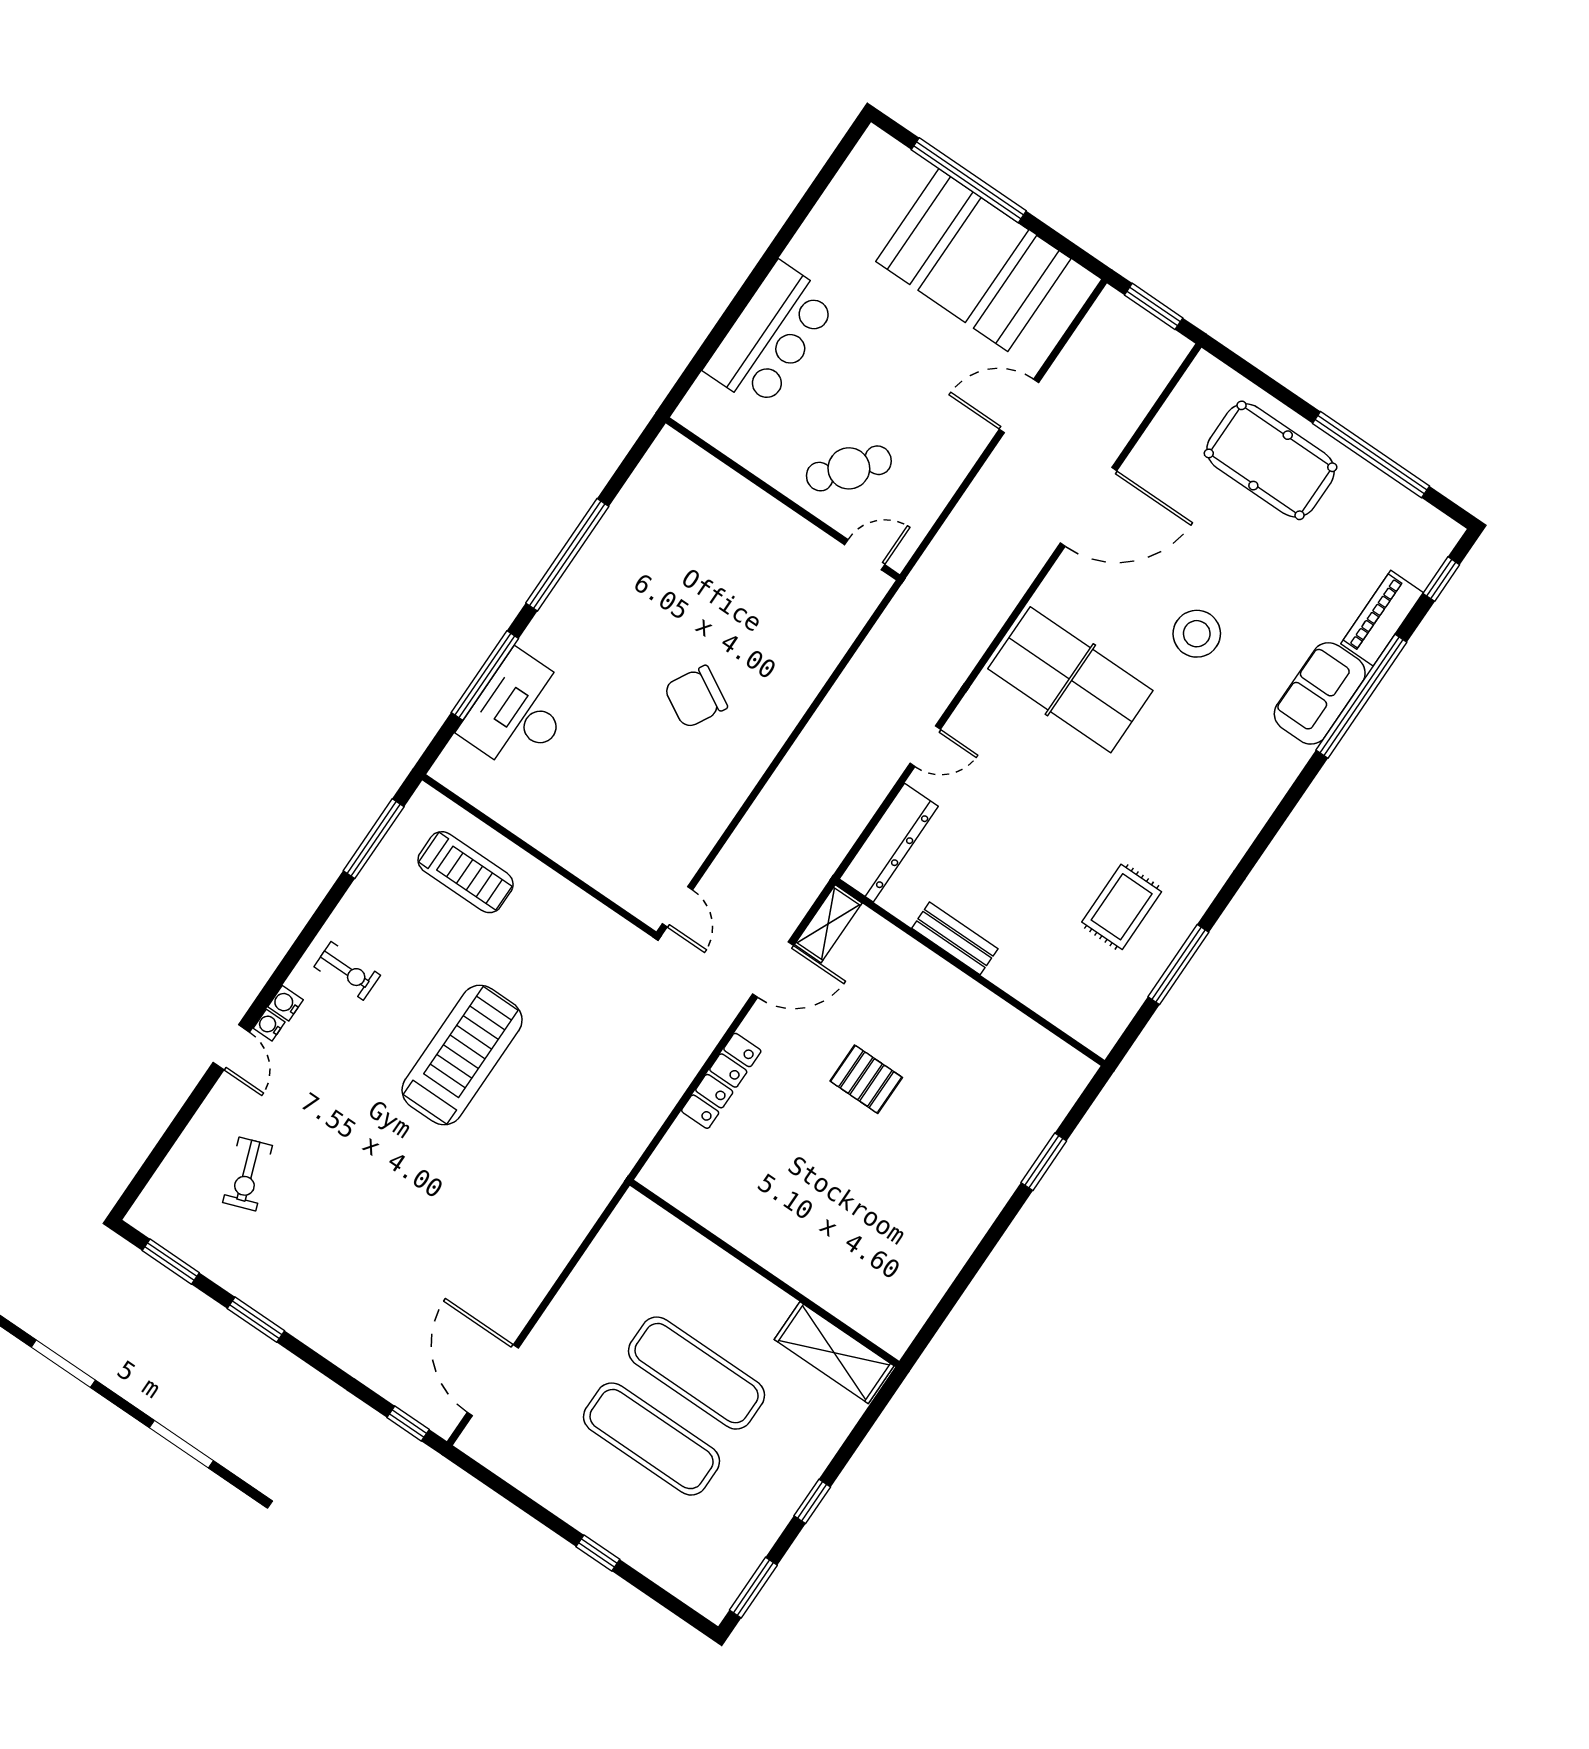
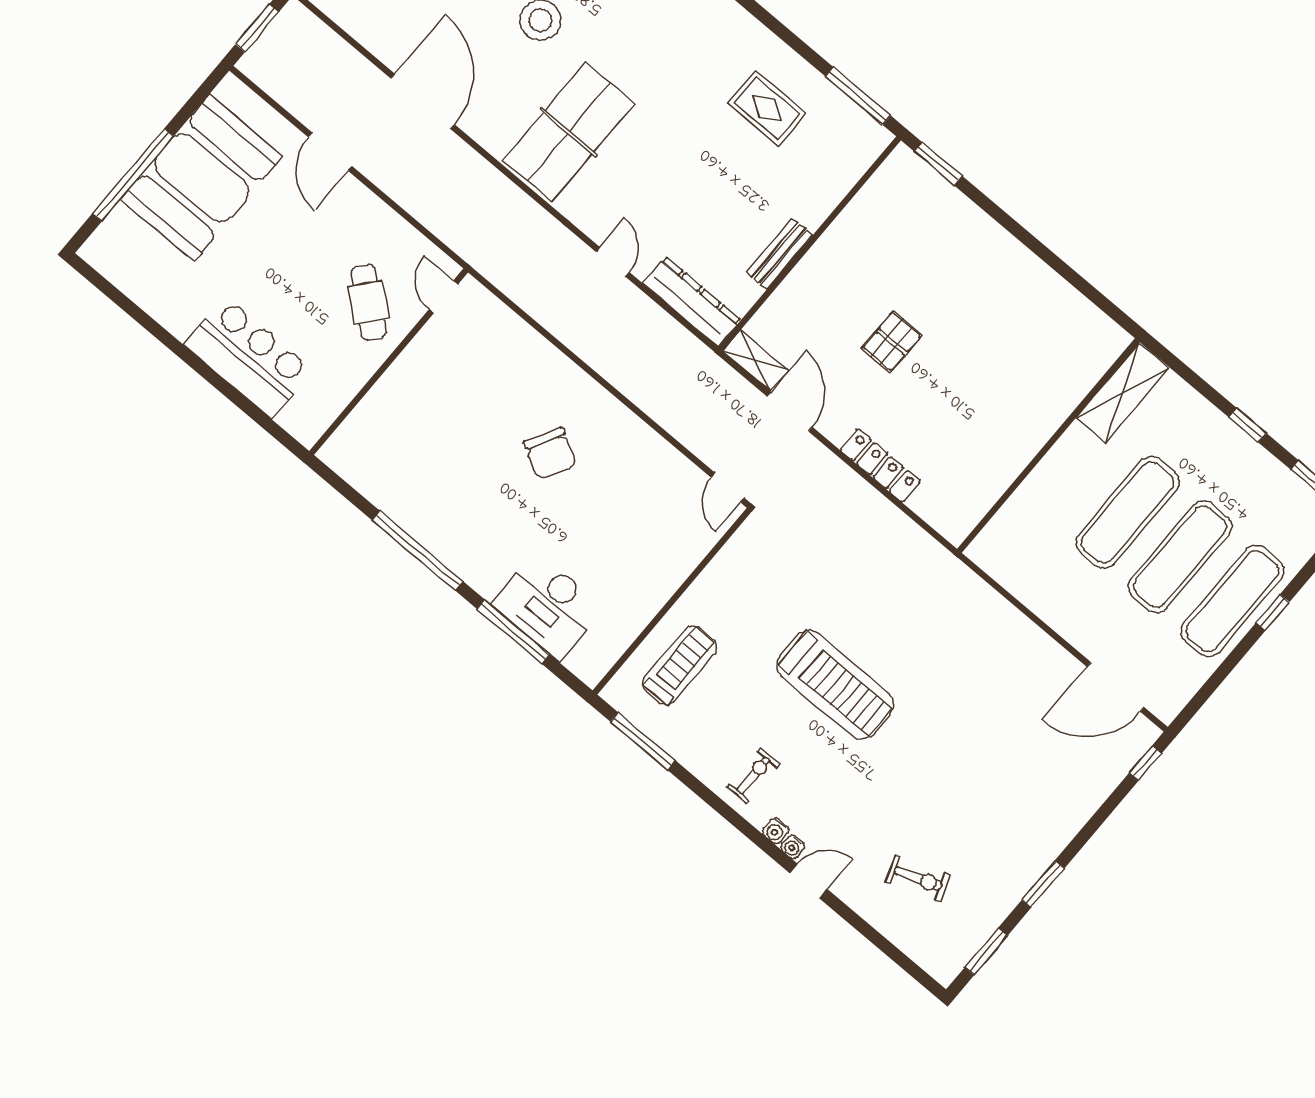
door: (677, 907) -> (728, 488), swing flipped
window: (1178, 965) -> (858, 96), moved
treadmill: (462, 1055) -> (835, 685), turned 180
window: (1044, 1162) -> (938, 164), moved
exercise mat: (607, 1505) -> (1232, 601), added

